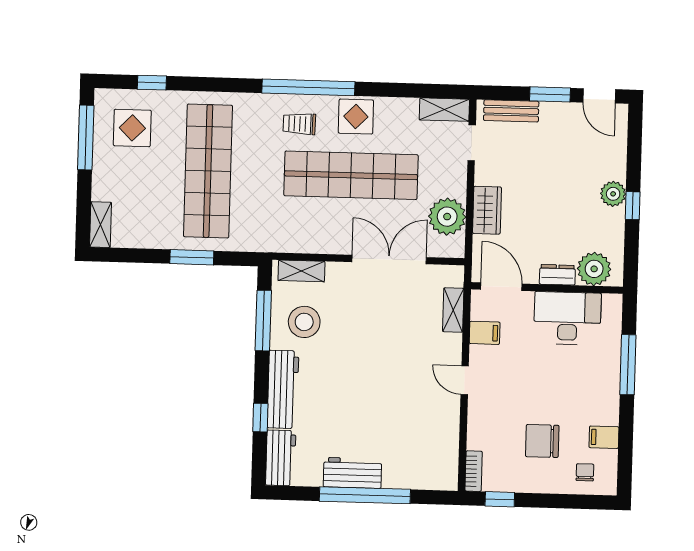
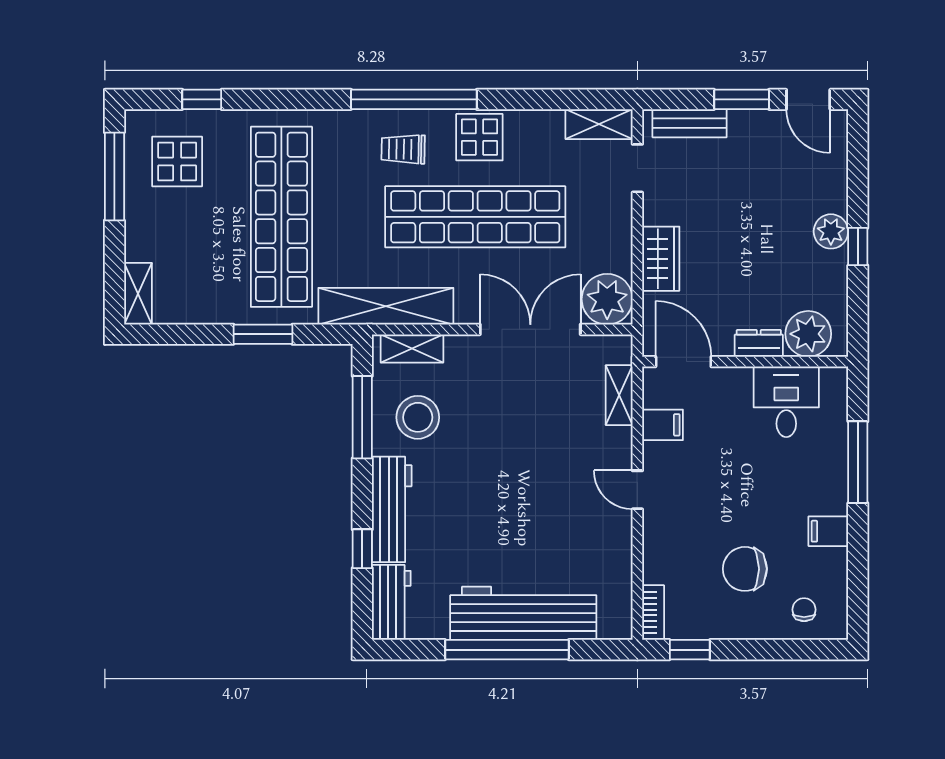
plant: (447, 217) -> (607, 299), moved
shelving: (283, 239) -> (386, 306), added
desk: (567, 318) -> (786, 402), width x0.73
filing cabinet: (604, 437) -> (828, 531), moved
workbench: (352, 473) -> (523, 613), width x1.88, depth x1.32

